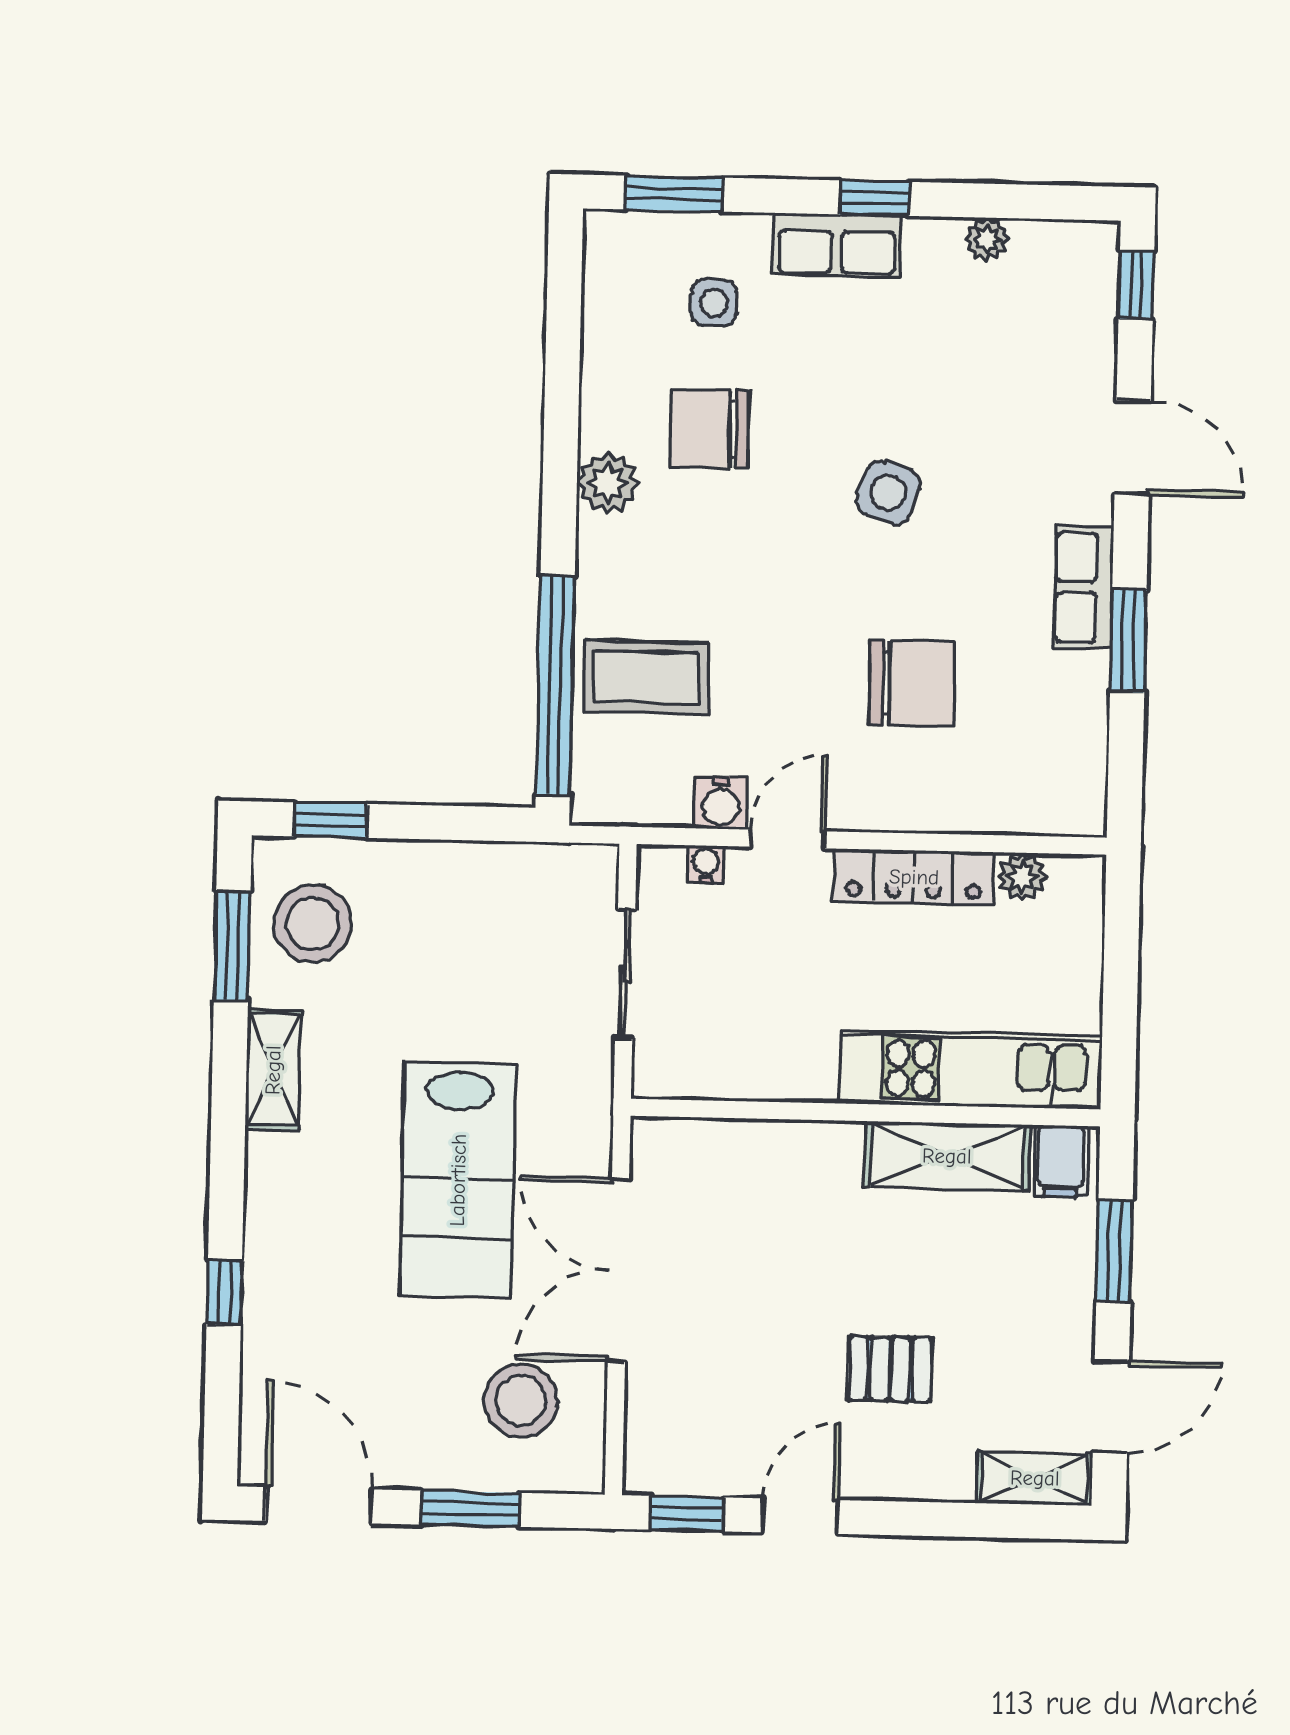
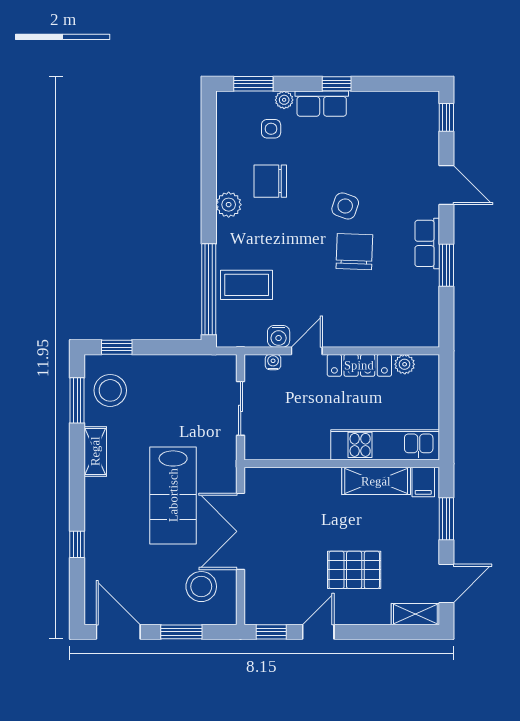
plant: (987, 239) -> (284, 100), moved
chair: (912, 683) -> (354, 252), moved, turned -88
pallet: (890, 1369) -> (354, 570), width x1.50, depth x1.42

